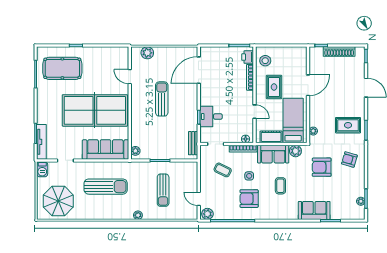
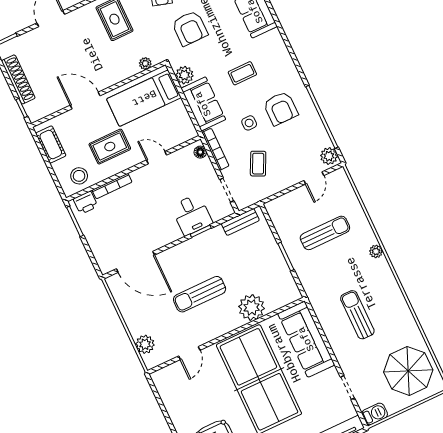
door: (254, 112) -> (157, 158), hinge flipped
cot: (271, 137) -> (51, 144), moved
plant: (135, 151) -> (252, 307), moved, width x1.87, depth x1.87
sun lounger: (106, 187) -> (357, 315), width x0.73, depth x0.75

